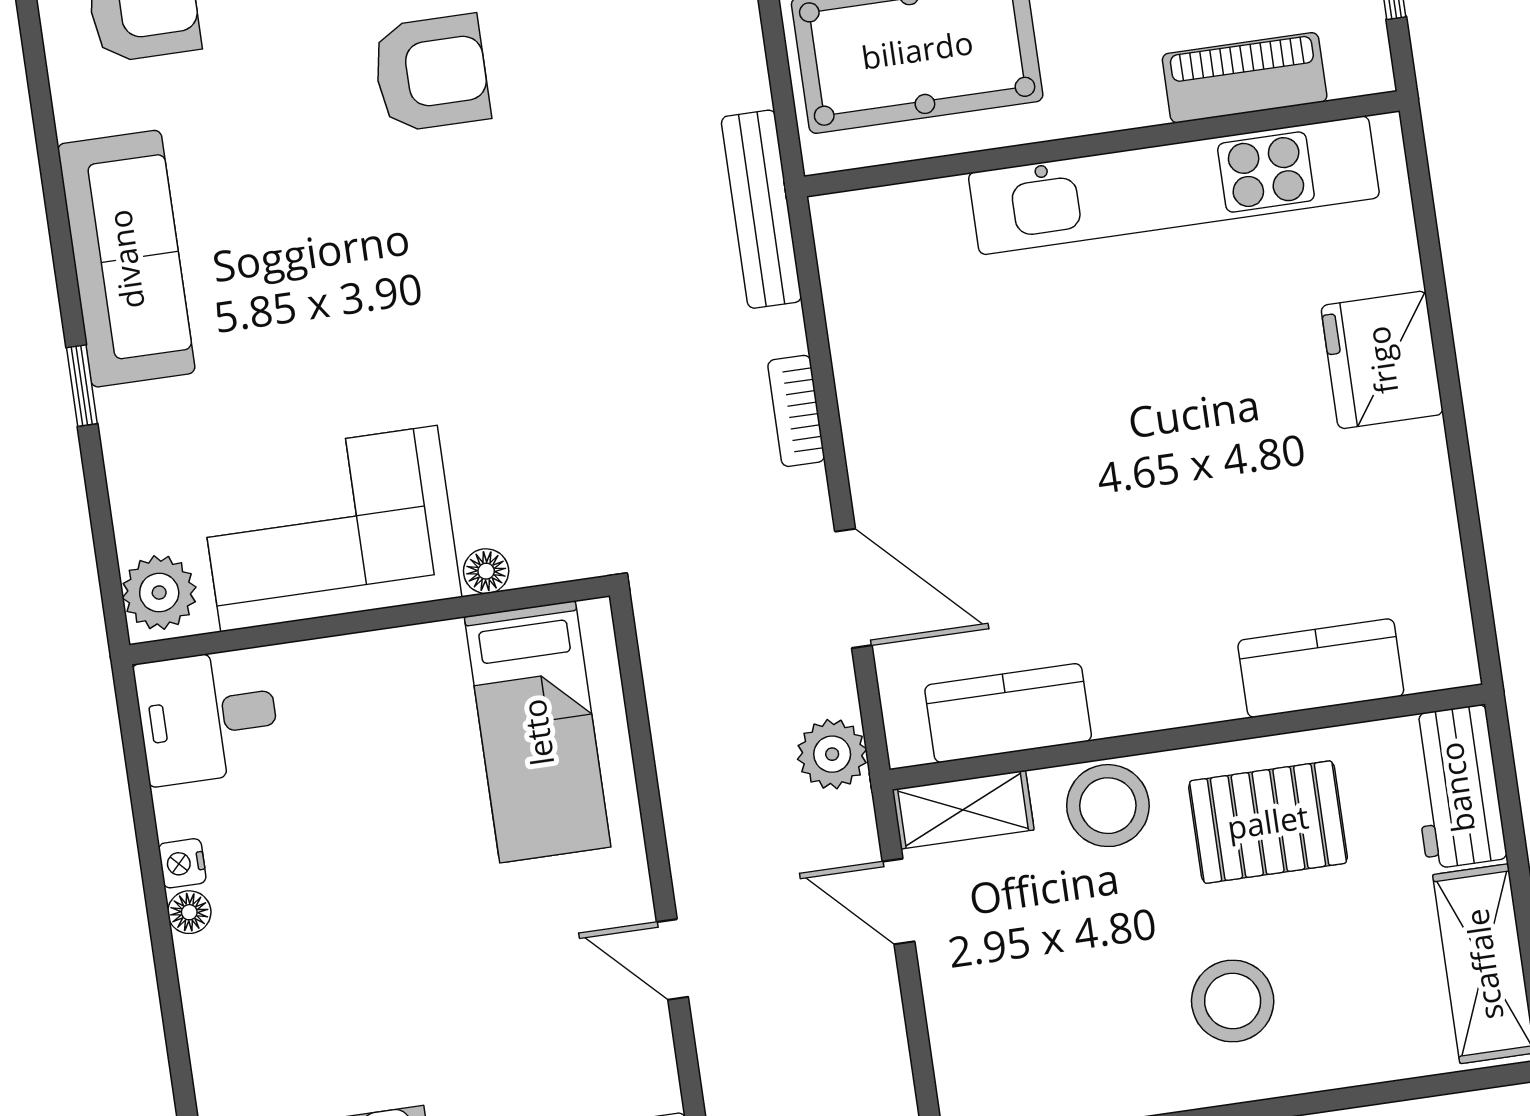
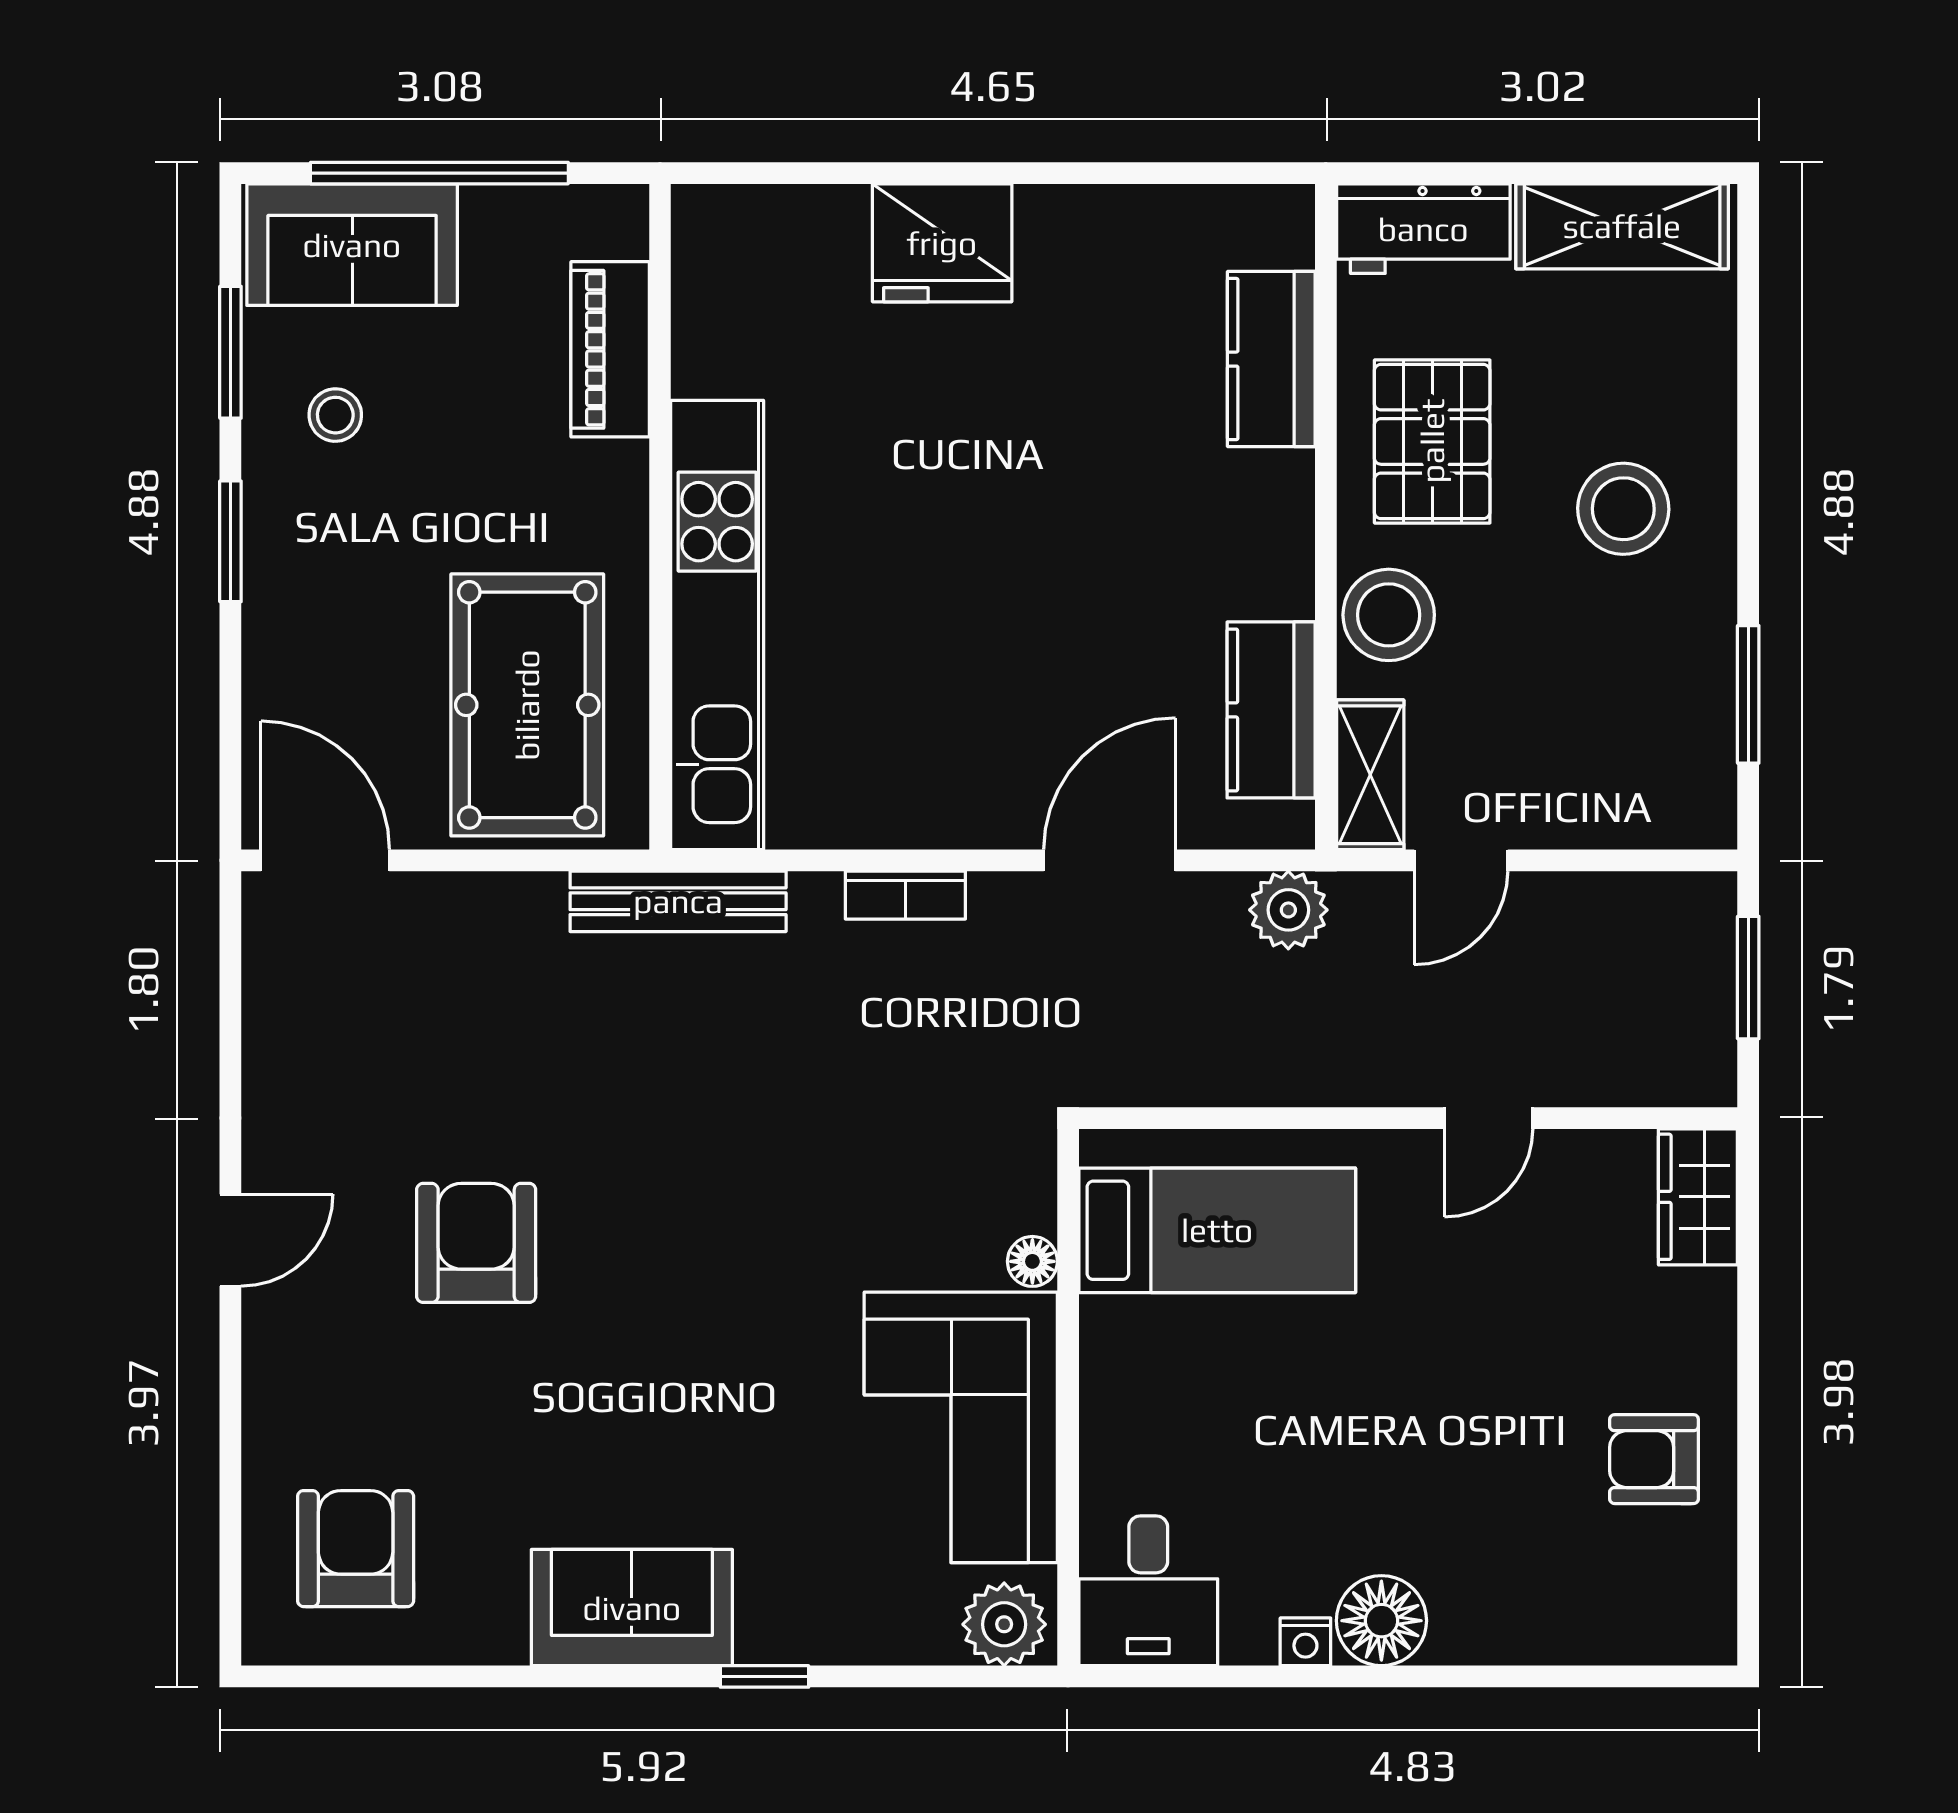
kitchen unit: (1174, 185) -> (717, 625), moved
sofa: (126, 259) -> (632, 1608), width x0.73
floor lamp: (189, 912) -> (1381, 1621), width x1.89, depth x1.89

